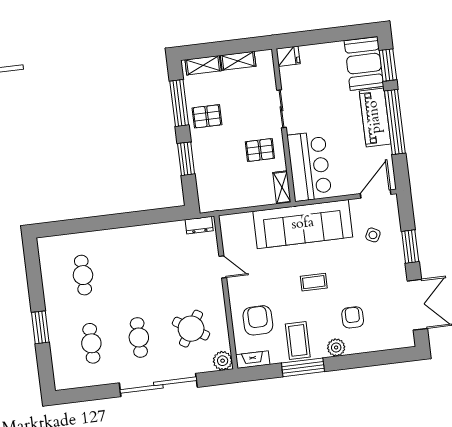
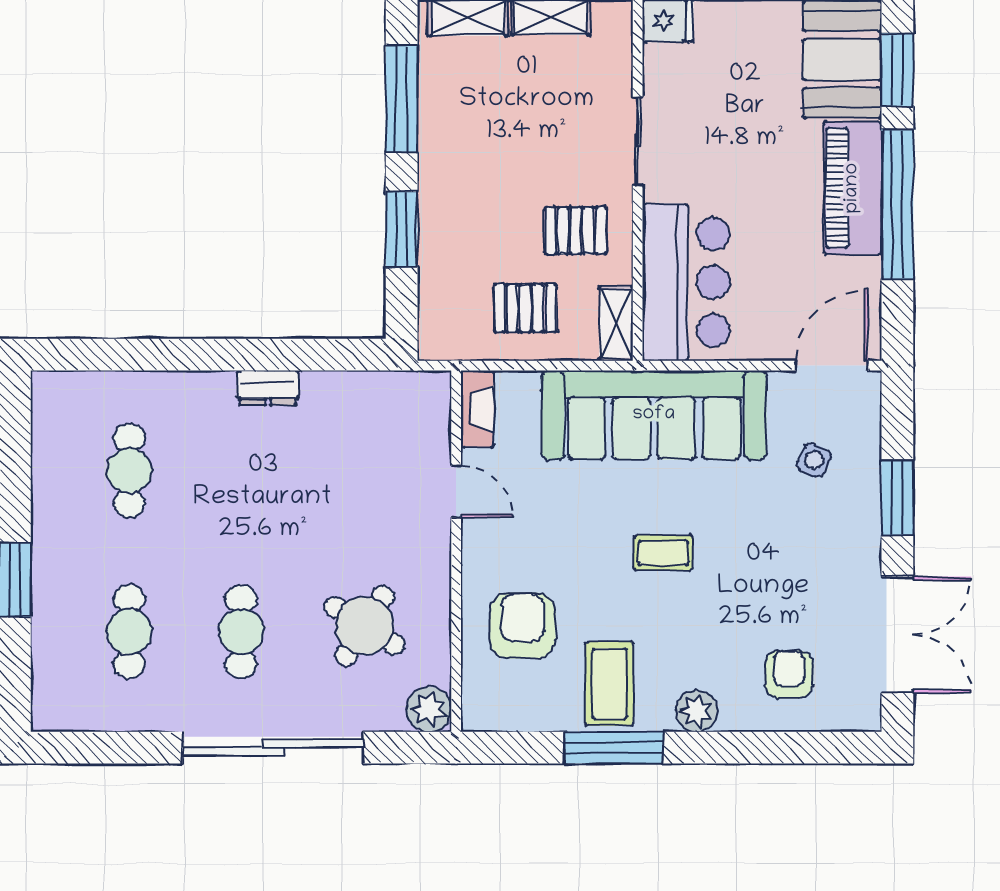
pallet: (207, 116) -> (525, 308), moved
dresser: (199, 225) -> (268, 388), moved
armchair: (353, 317) -> (789, 674), moved
fireplace: (253, 360) -> (477, 409), moved, turned 90

